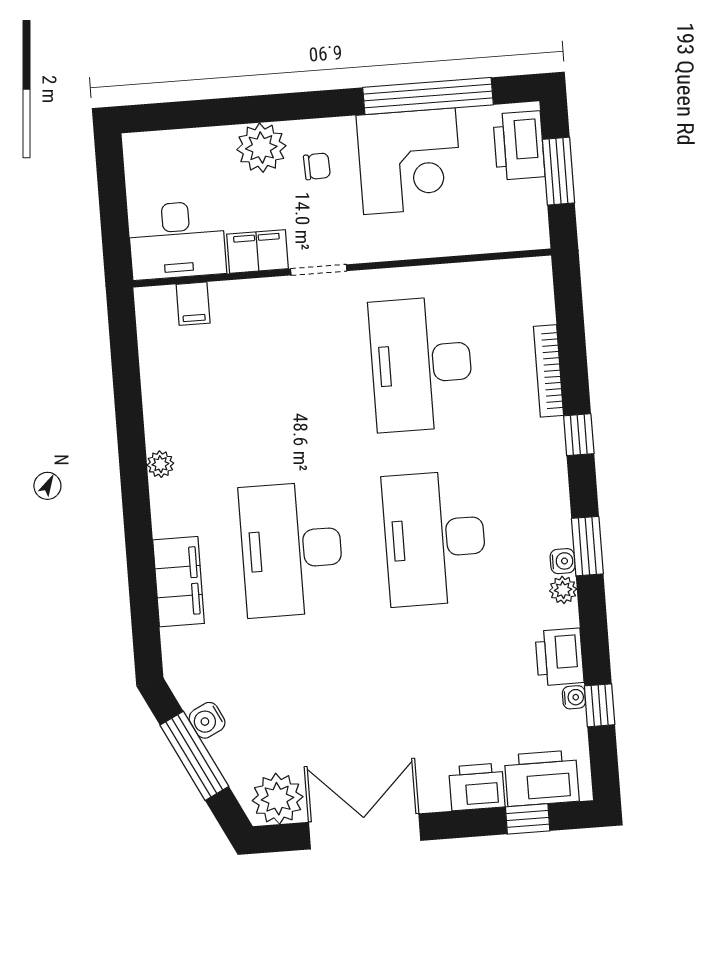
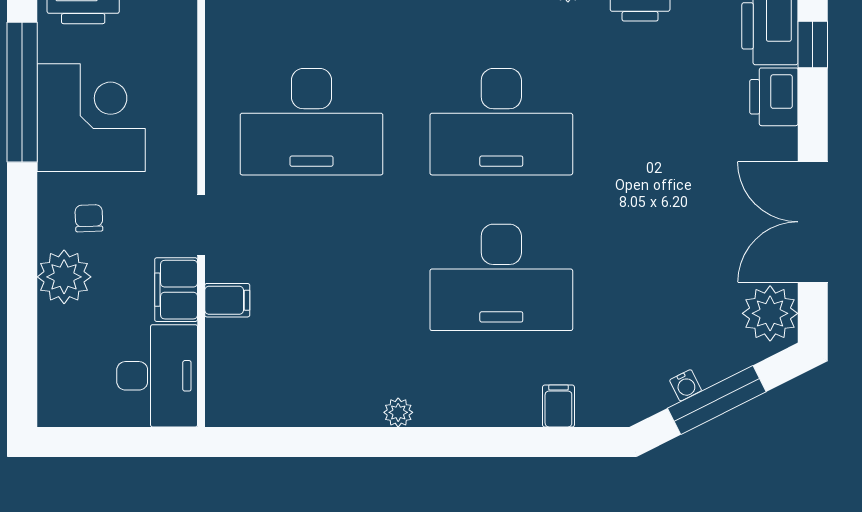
filing cabinet: (193, 304) -> (227, 300), moved
filing cabinet: (179, 582) -> (558, 406), width x0.33, depth x0.86
water cooler: (207, 720) -> (686, 385), width x0.72, depth x0.72

